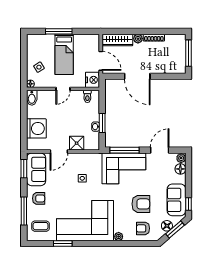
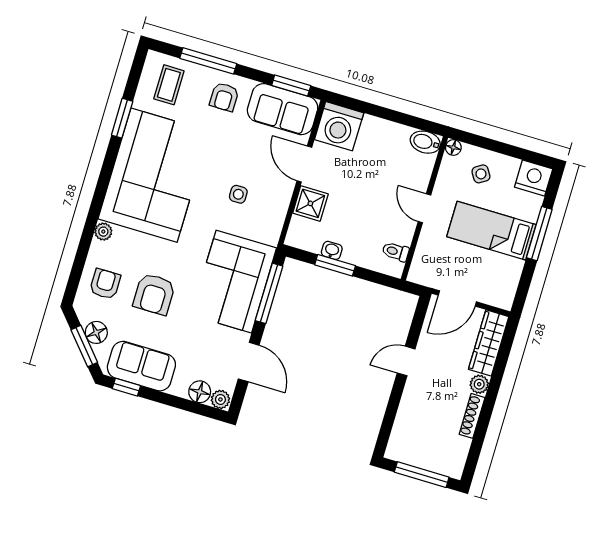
door: (137, 76) -> (406, 361), width x0.53
nightstand: (93, 80) -> (534, 178), moved, turned 180
washing machine: (36, 128) -> (339, 126), moved

